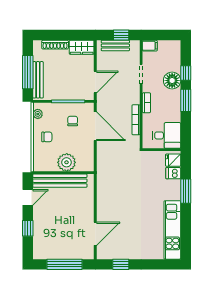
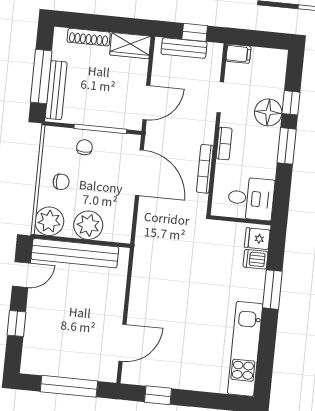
plant: (38, 114) -> (49, 221), moved, width x1.88, depth x1.88
chair: (73, 121) -> (84, 147), moved

